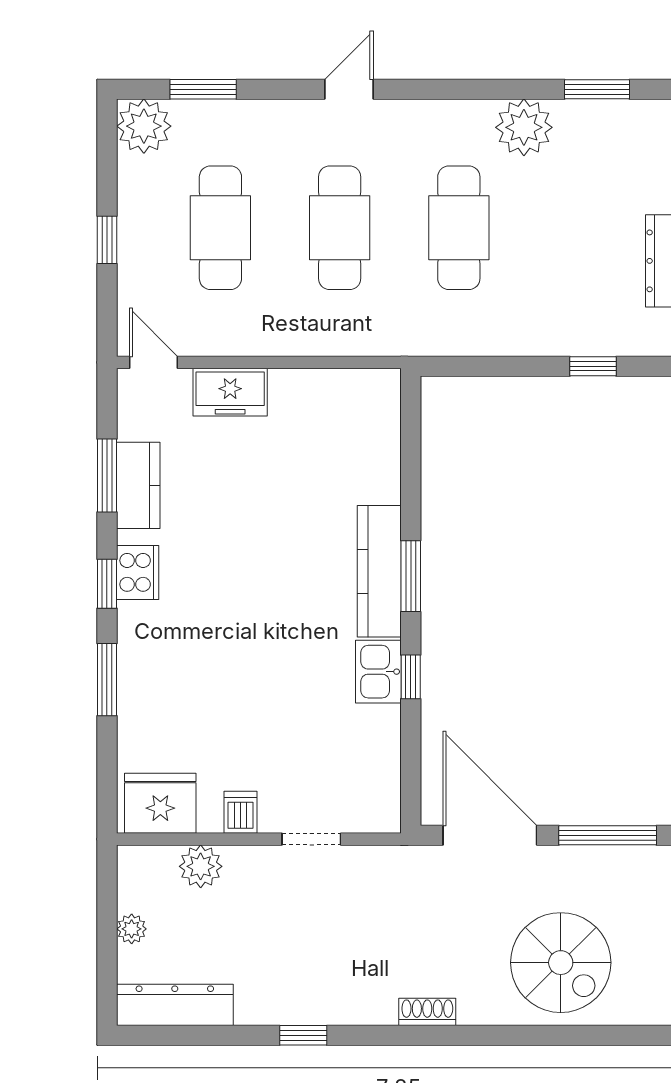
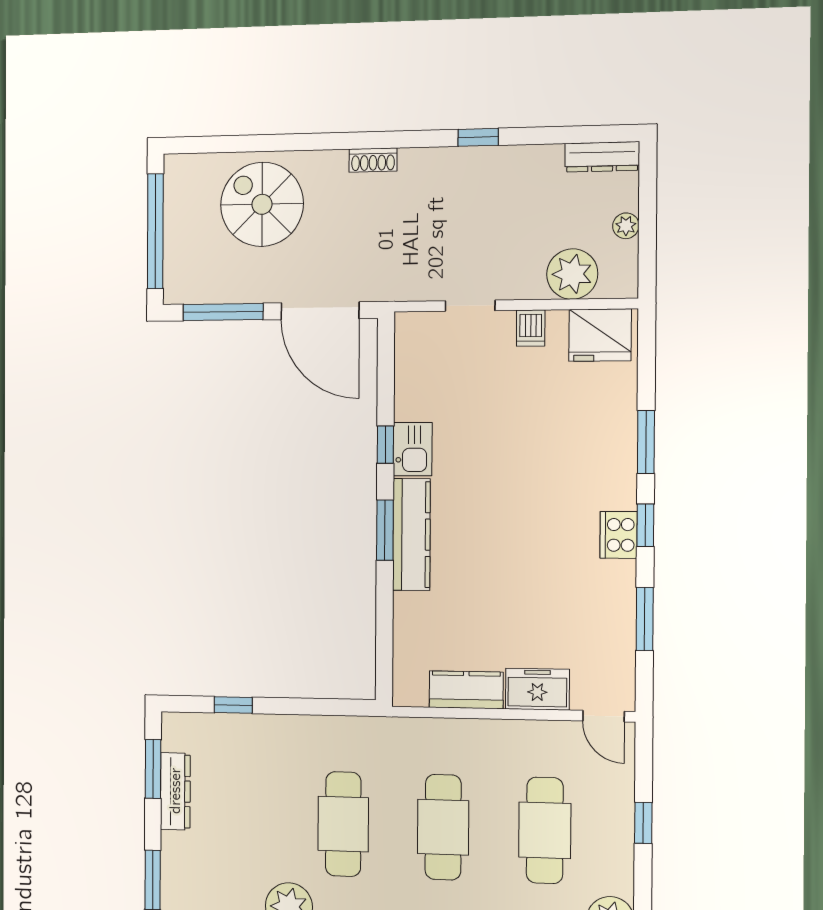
kitchen counter: (138, 485) -> (466, 690), moved, turned 90
plant: (201, 866) -> (572, 274), width x1.36, depth x1.36
dresser: (175, 1005) -> (602, 157), width x0.73, depth x0.80

